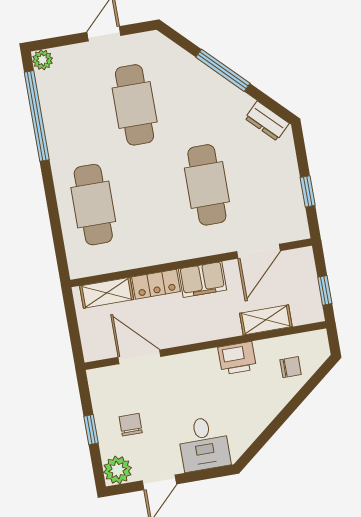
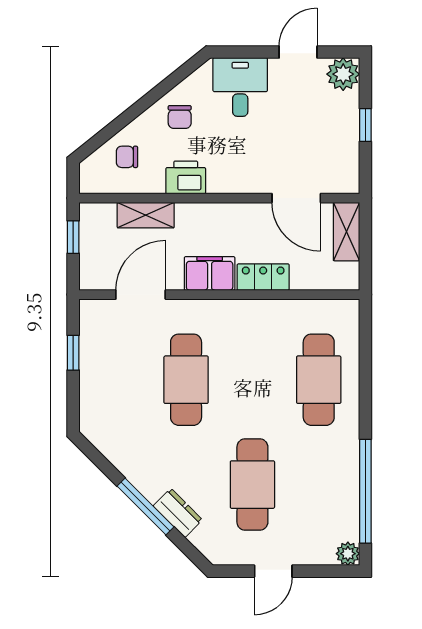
dresser: (267, 121) -> (178, 513), moved
shelving: (107, 293) -> (347, 232), moved, turned 90
chair: (131, 425) -> (180, 117), moved

